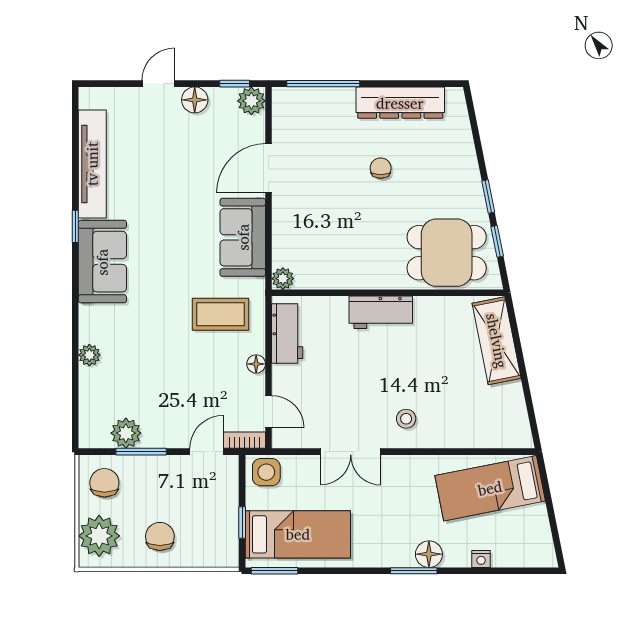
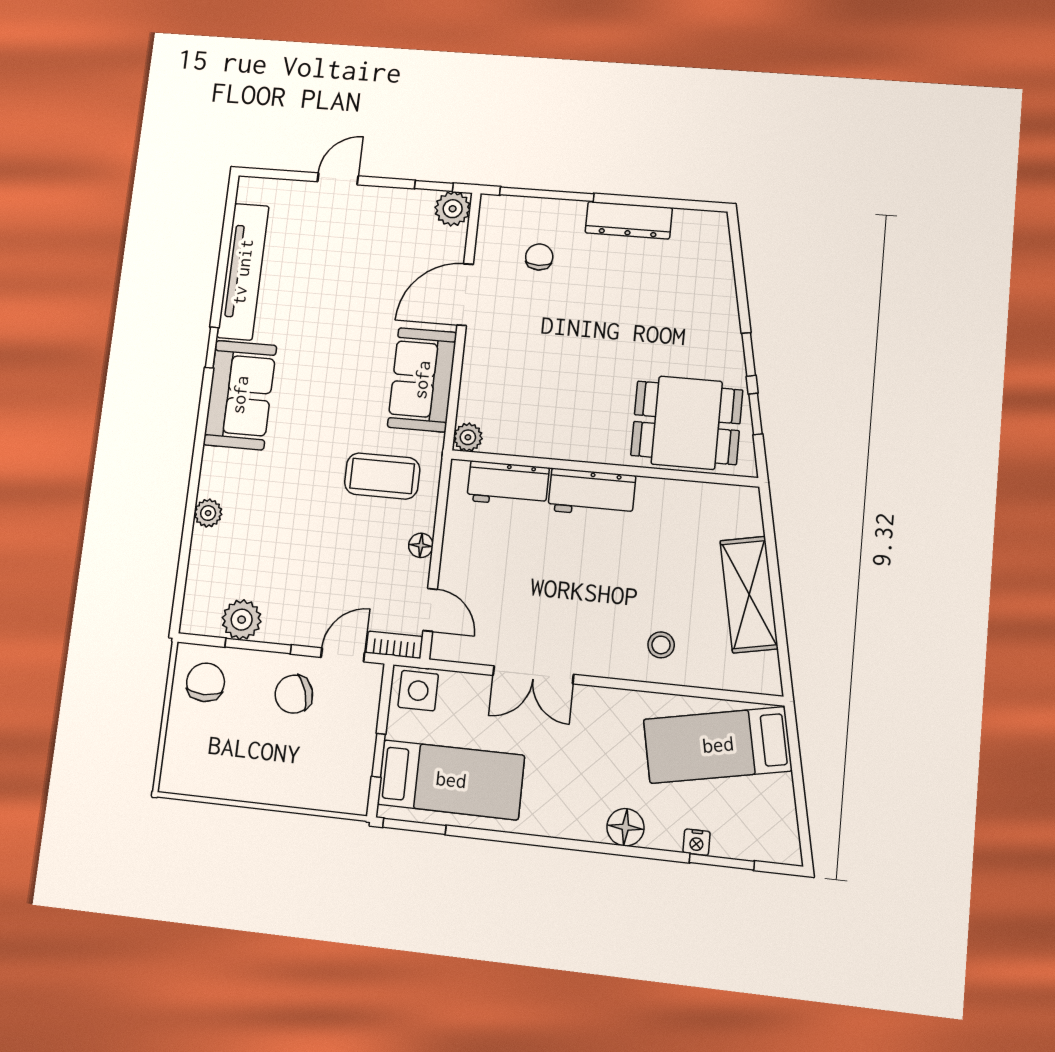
floor lamp: (195, 100) -> (381, 202), removed
dresser: (400, 103) -> (629, 220), width x0.73, depth x0.80
chair: (381, 168) -> (539, 257), moved
workbench: (287, 333) -> (508, 484), moved, turned 90
shelving: (497, 341) -> (749, 594), moved
stool: (406, 419) -> (661, 645), moved
plant: (99, 536) -> (190, 753), removed
chair: (160, 536) -> (294, 694), moved, turned -108
window: (414, 571) -> (722, 862), moved

